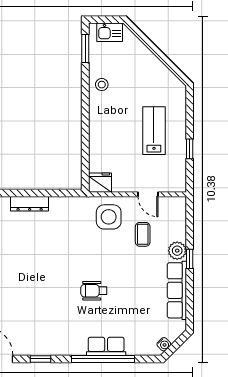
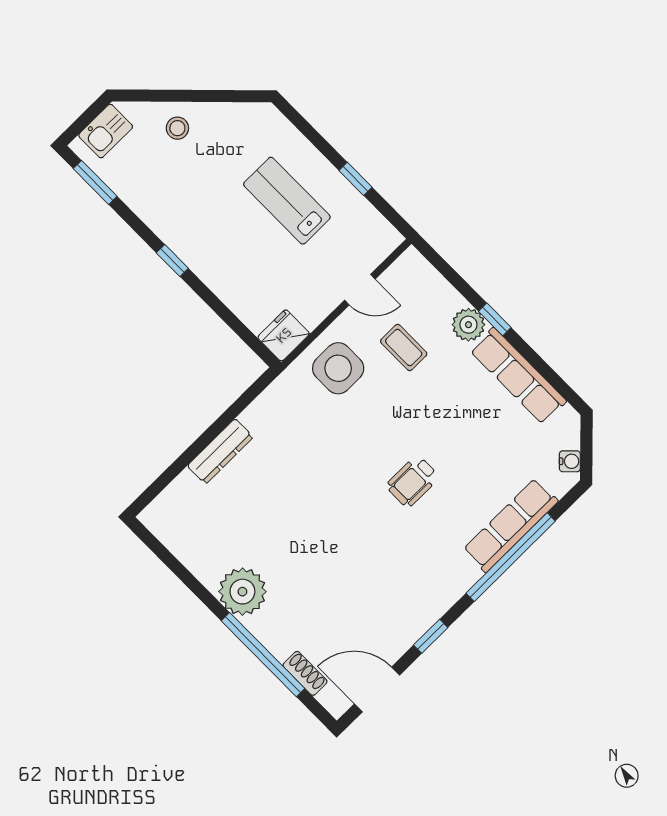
stool: (102, 85) -> (177, 128), moved
window: (85, 110) -> (172, 260), added
row of seats: (106, 346) -> (511, 525), width x1.48

